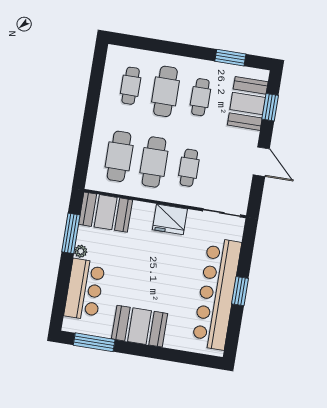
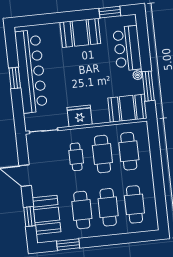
cafe table: (131, 86) -> (134, 204), width x1.37, depth x1.35
cafe table: (200, 97) -> (82, 210), width x1.37, depth x1.35
window: (94, 342) -> (110, 12), width x0.69

